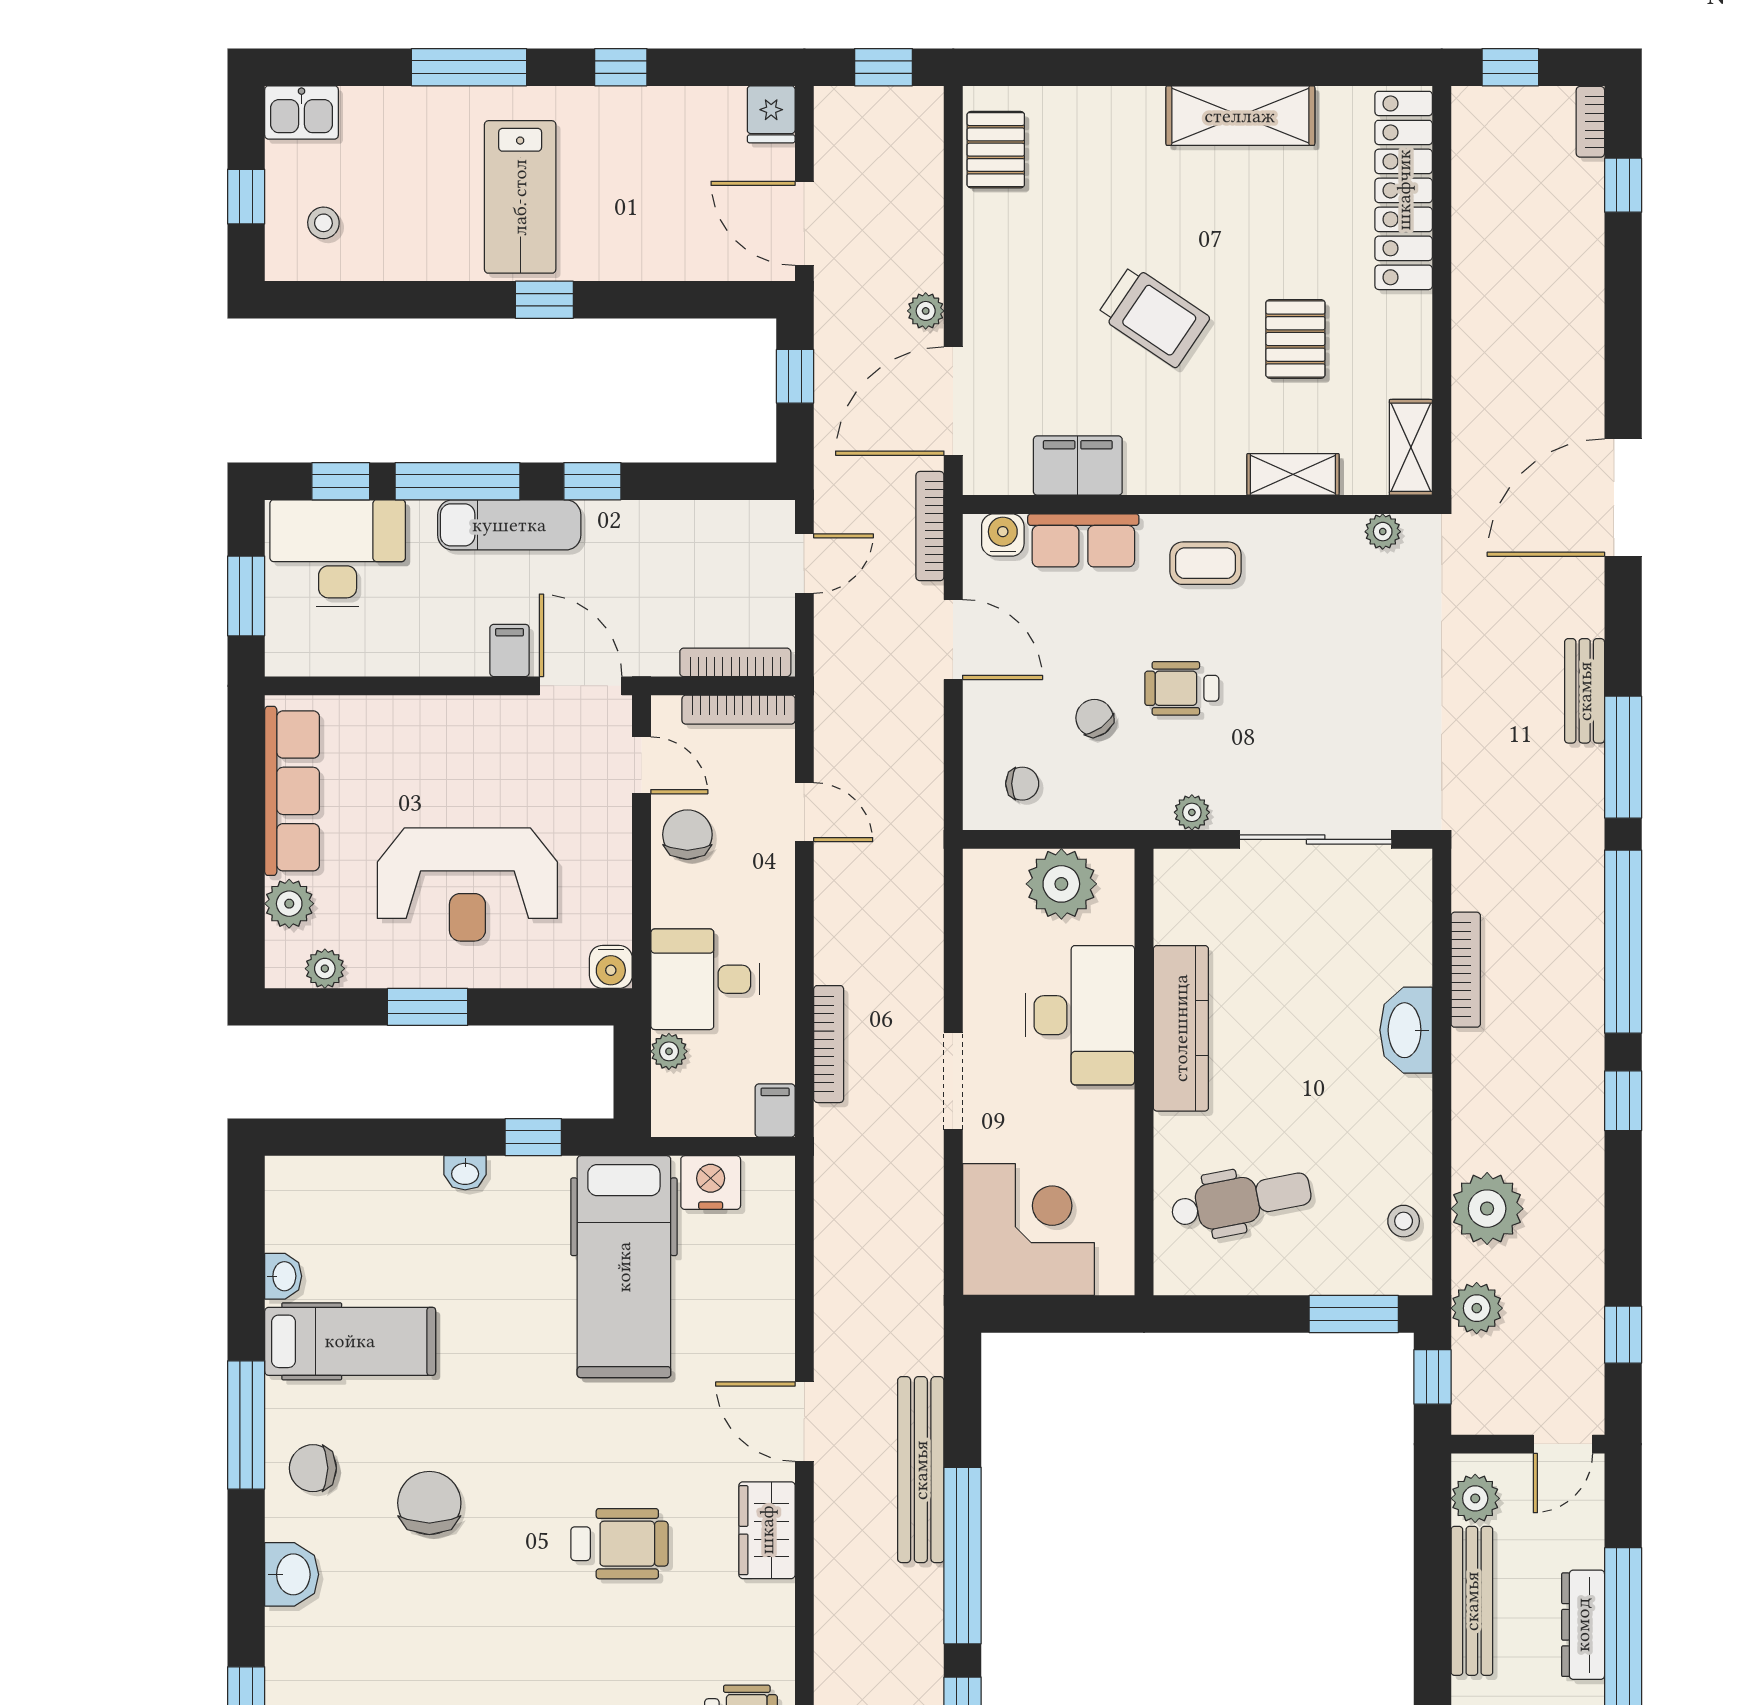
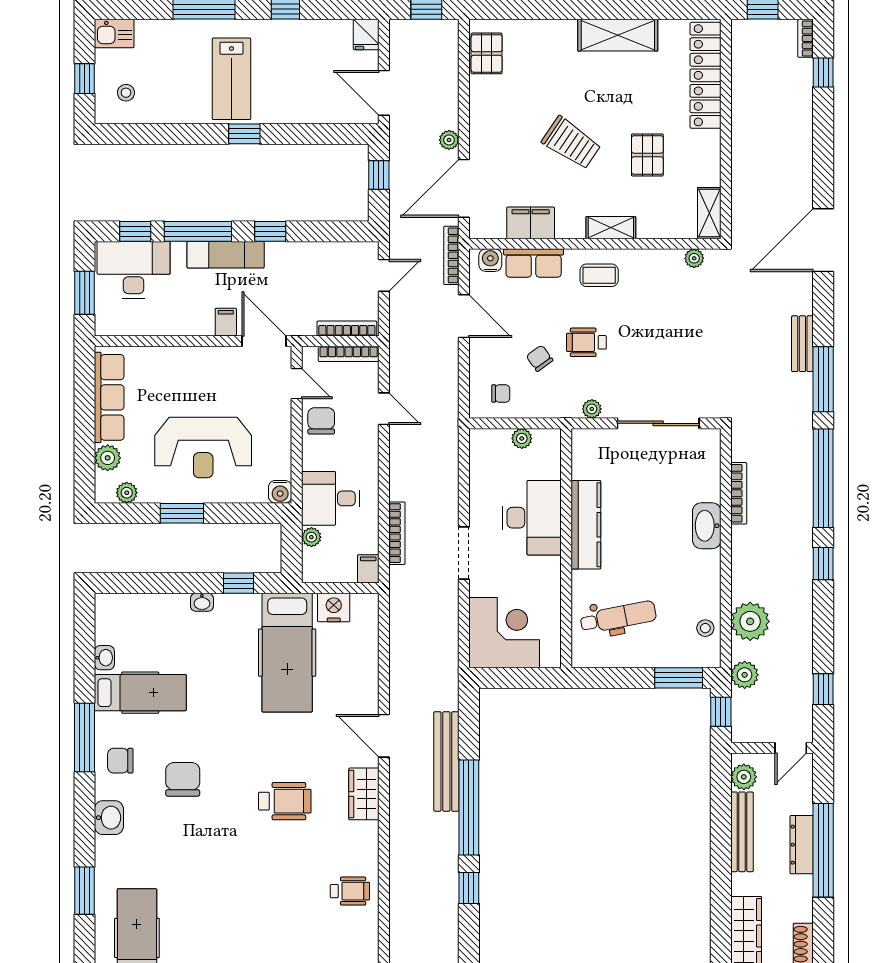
shelving: (1293, 474) -> (611, 228), moved
plant: (1061, 884) -> (522, 438), width x0.53, depth x0.53

